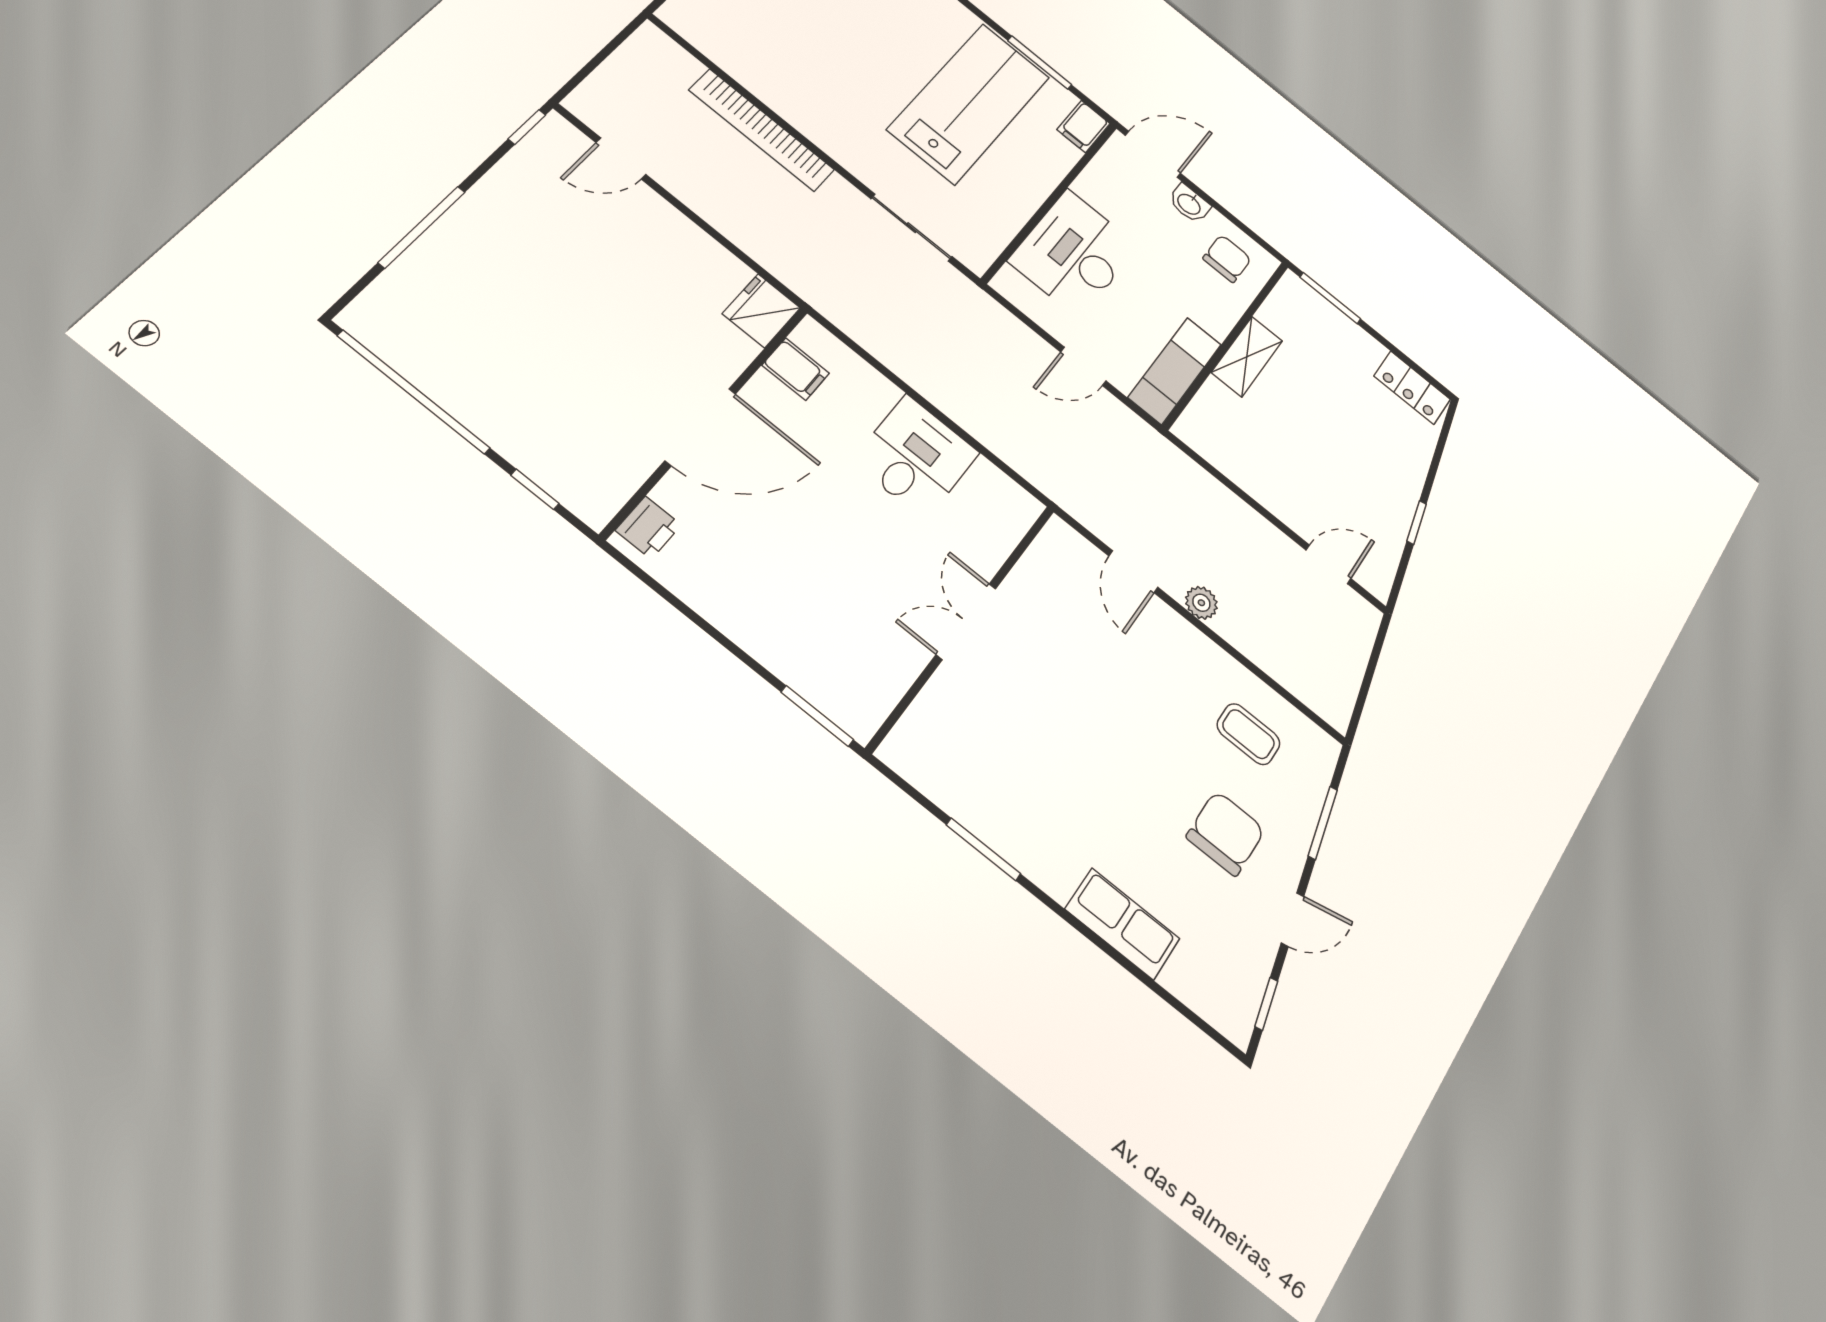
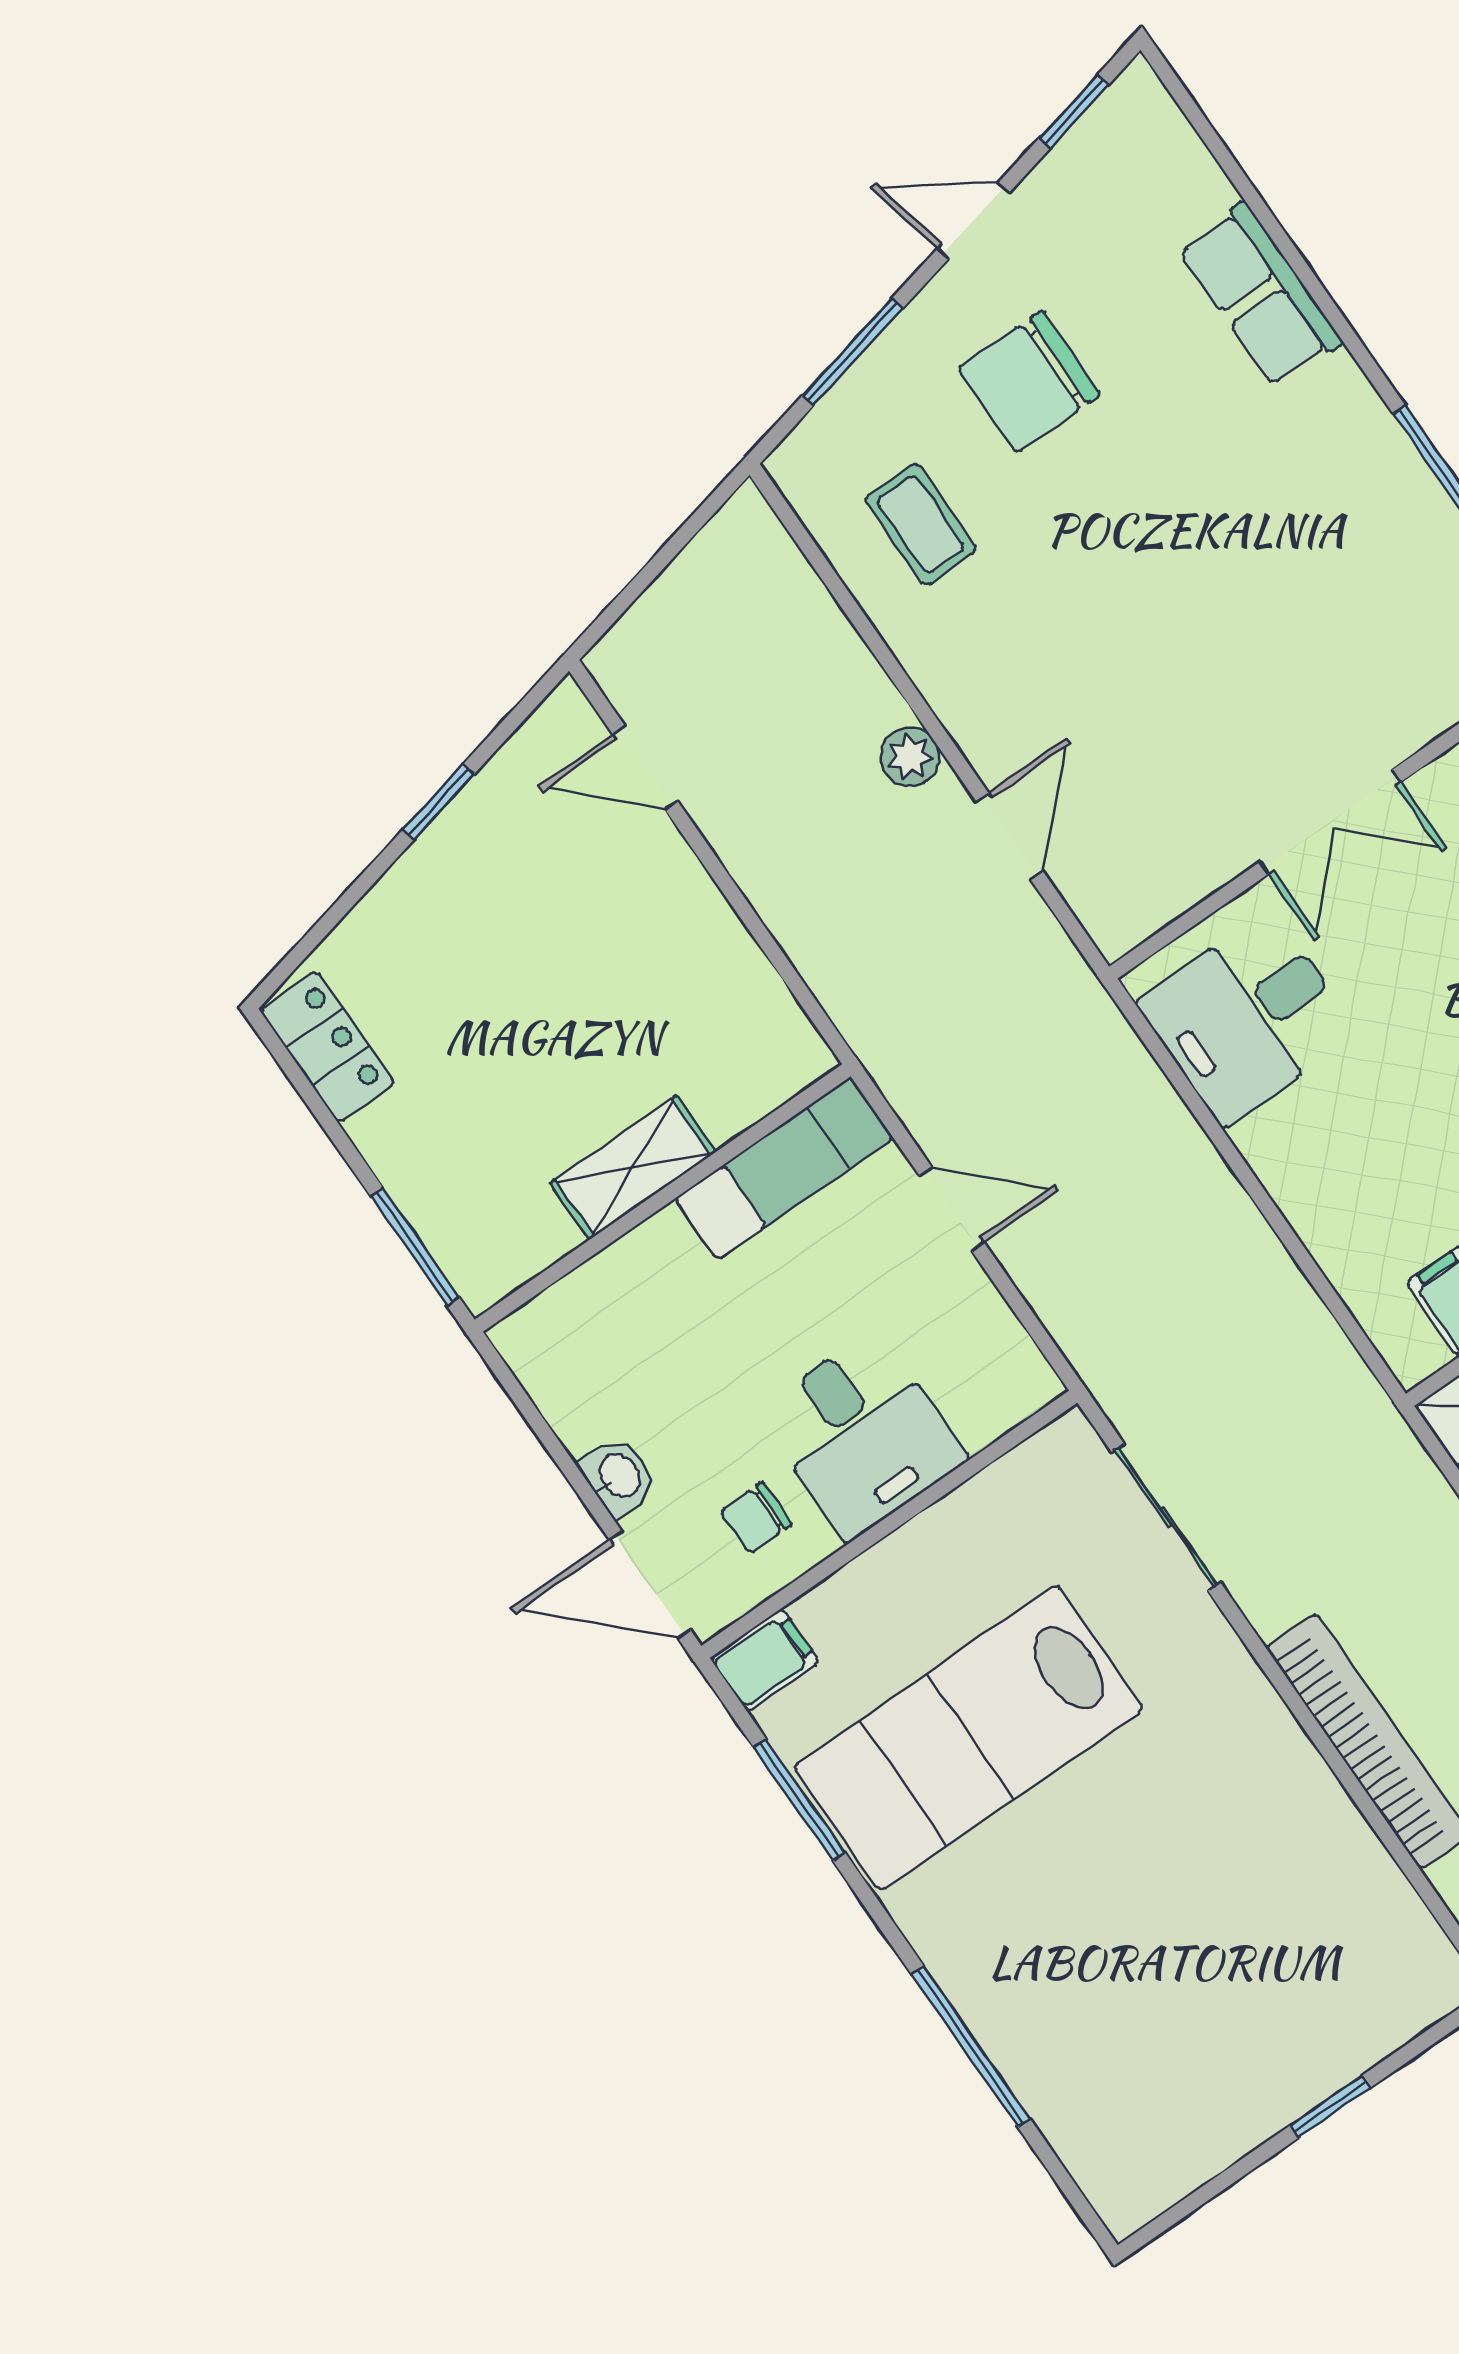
desk: (1074, 253) -> (862, 1435), width x0.73
chair: (1227, 259) -> (756, 1518), moved, width x0.73, depth x0.73
desk: (916, 457) -> (1247, 1018), moved

